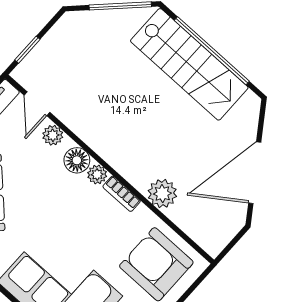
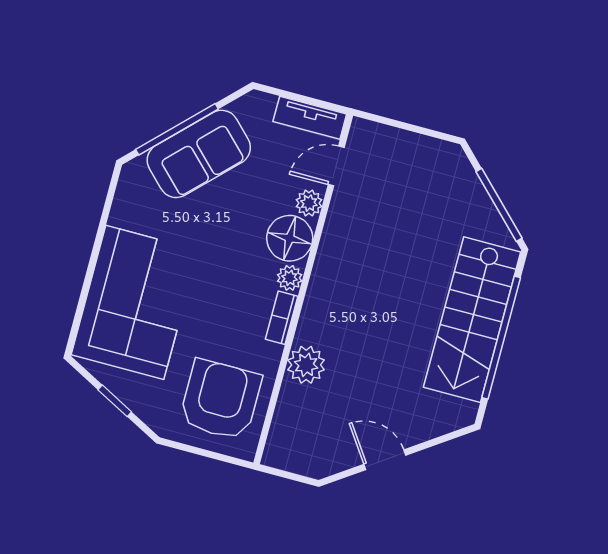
window: (27, 50) -> (393, 123), removed
floor lamp: (77, 160) -> (290, 238), width x1.38, depth x1.38
door: (255, 173) -> (385, 460), width x0.53

